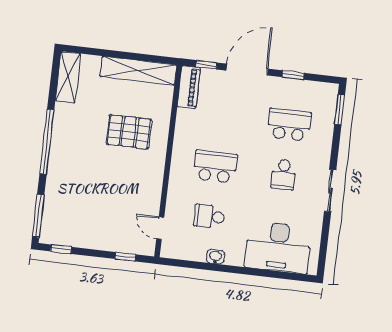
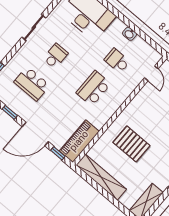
piano: (189, 87) -> (79, 141), width x1.37, depth x1.33
school desk: (215, 167) -> (93, 88), turned 90
school desk: (209, 216) -> (117, 61), turned 180

